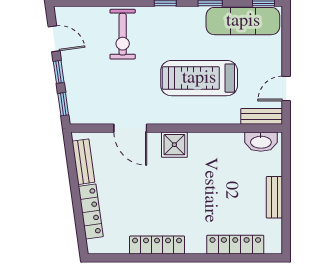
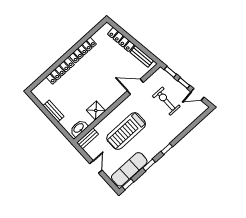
exercise bike: (123, 34) -> (166, 101), moved
treadmill: (199, 78) -> (126, 131), turned 180
door: (286, 89) -> (96, 167), moved
shower: (174, 145) -> (96, 111), moved
locker: (235, 245) -> (60, 71), moved

